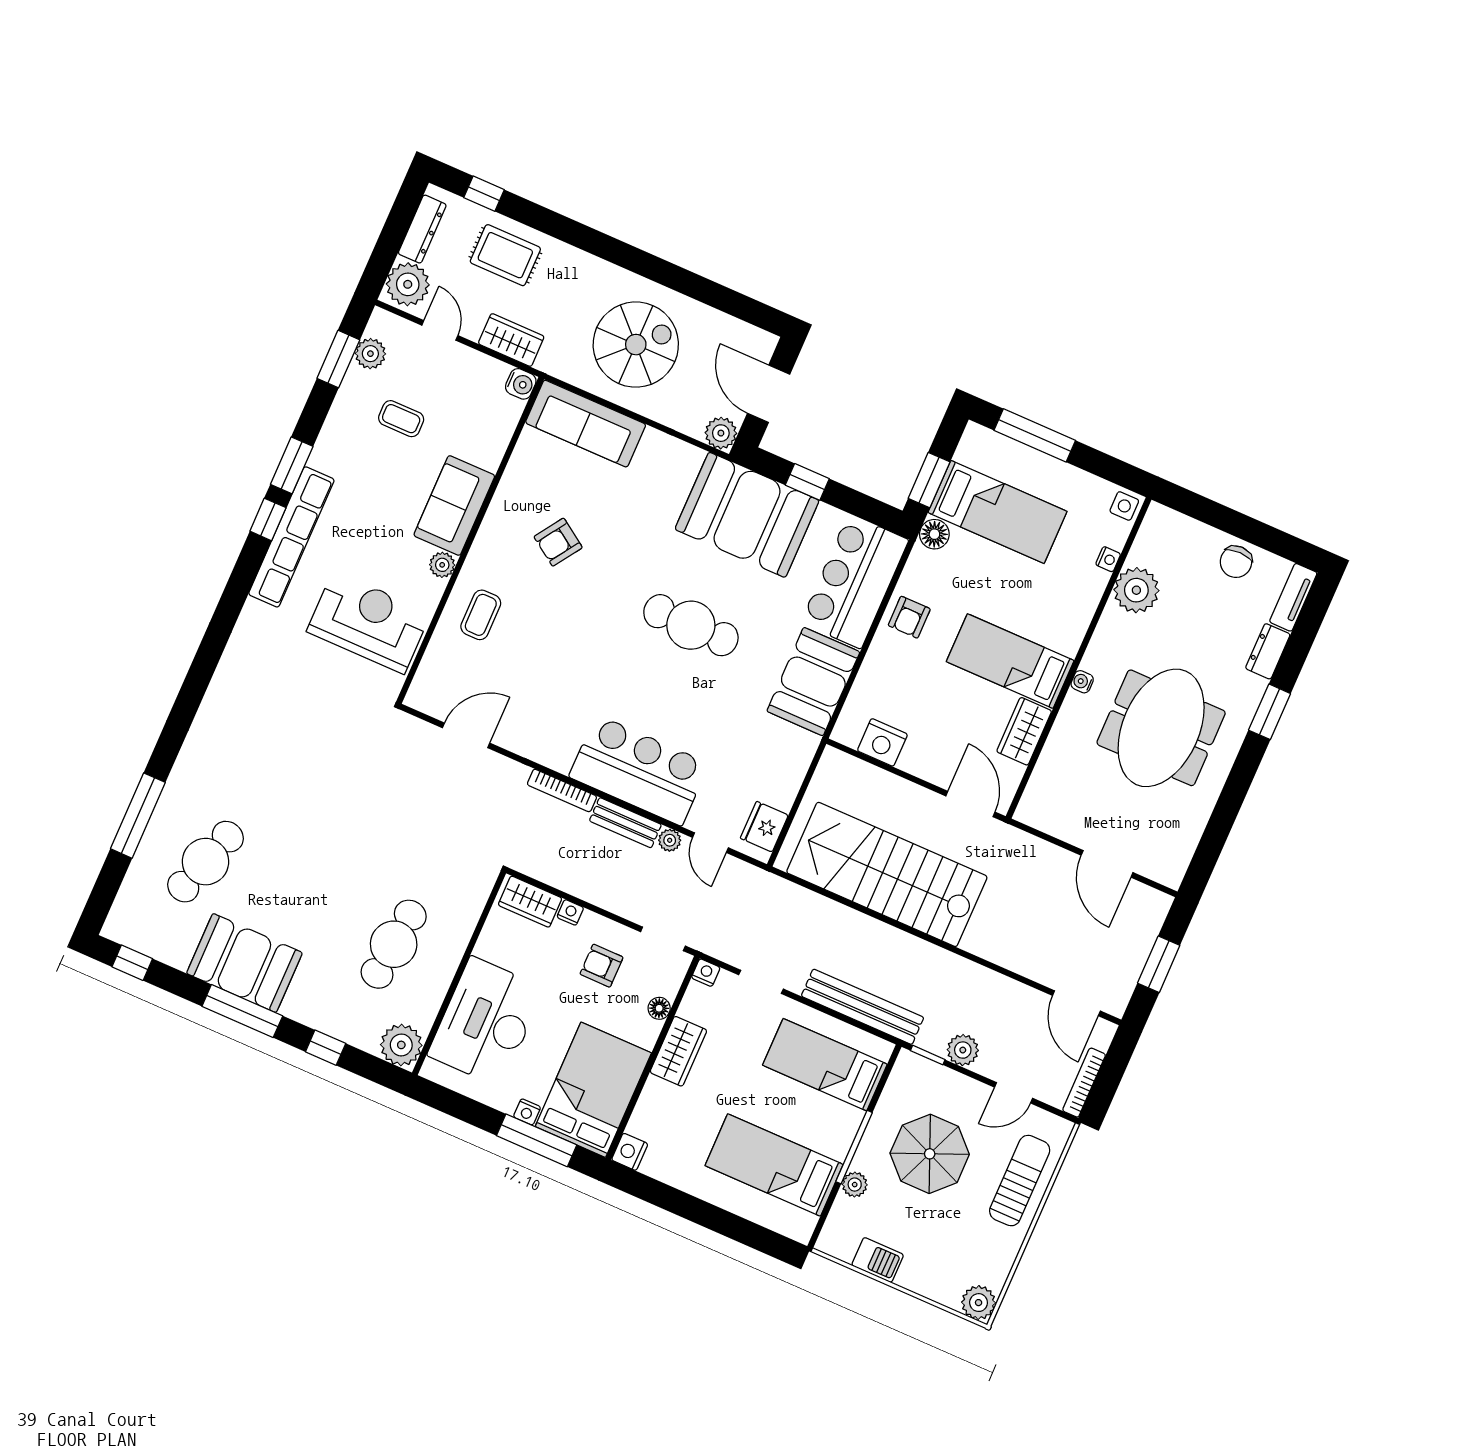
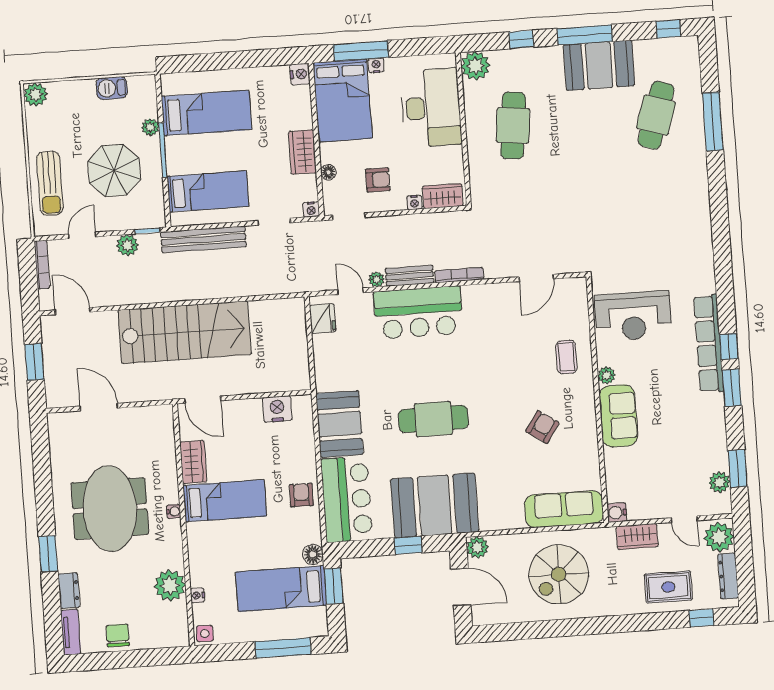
coffee table: (401, 419) -> (679, 452), removed
stairs: (887, 874) -> (185, 332), moved

